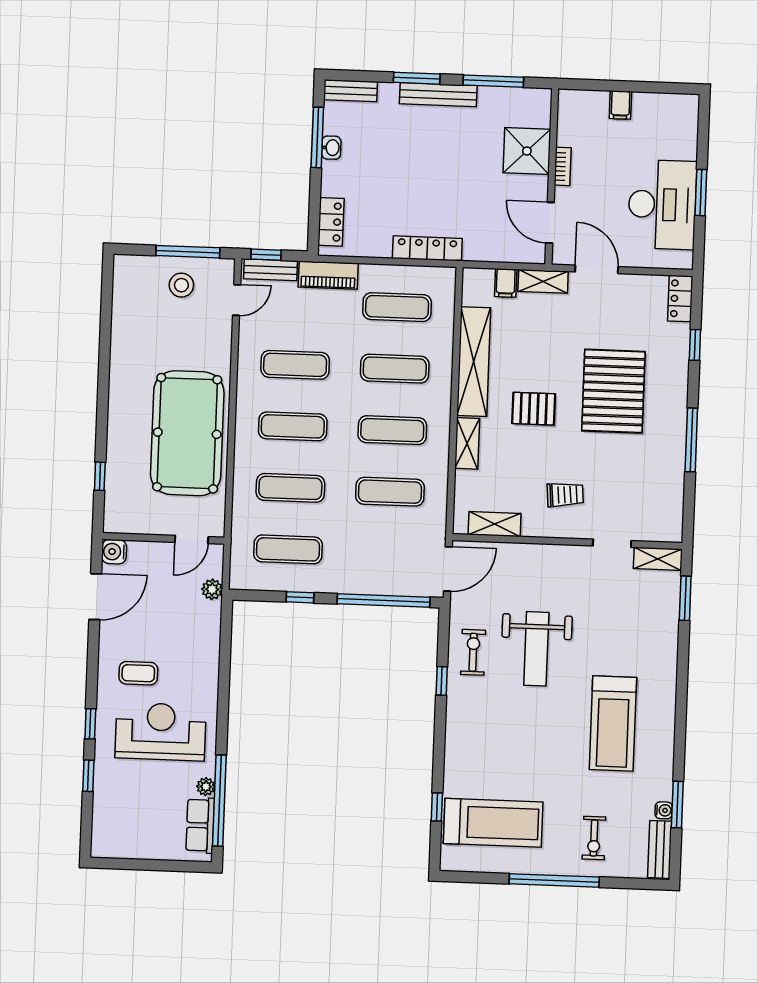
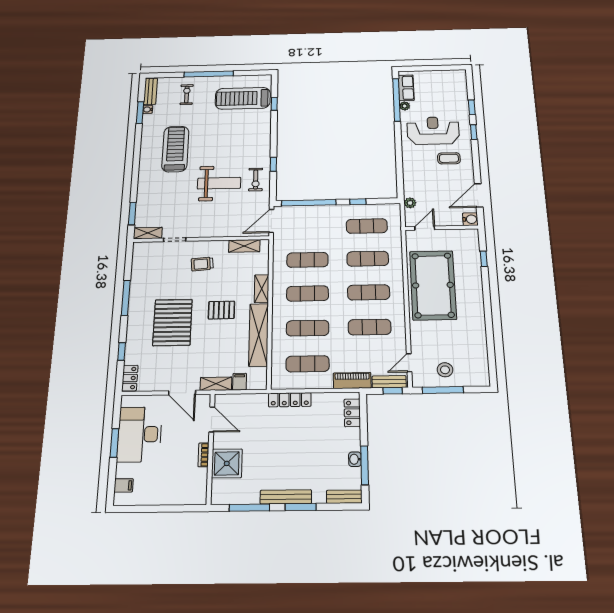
filing cabinet: (620, 105) -> (124, 485), moved, turned 90
weight bench: (536, 649) -> (219, 183), turned 90
reception desk: (161, 732) -> (433, 131), turned 180

